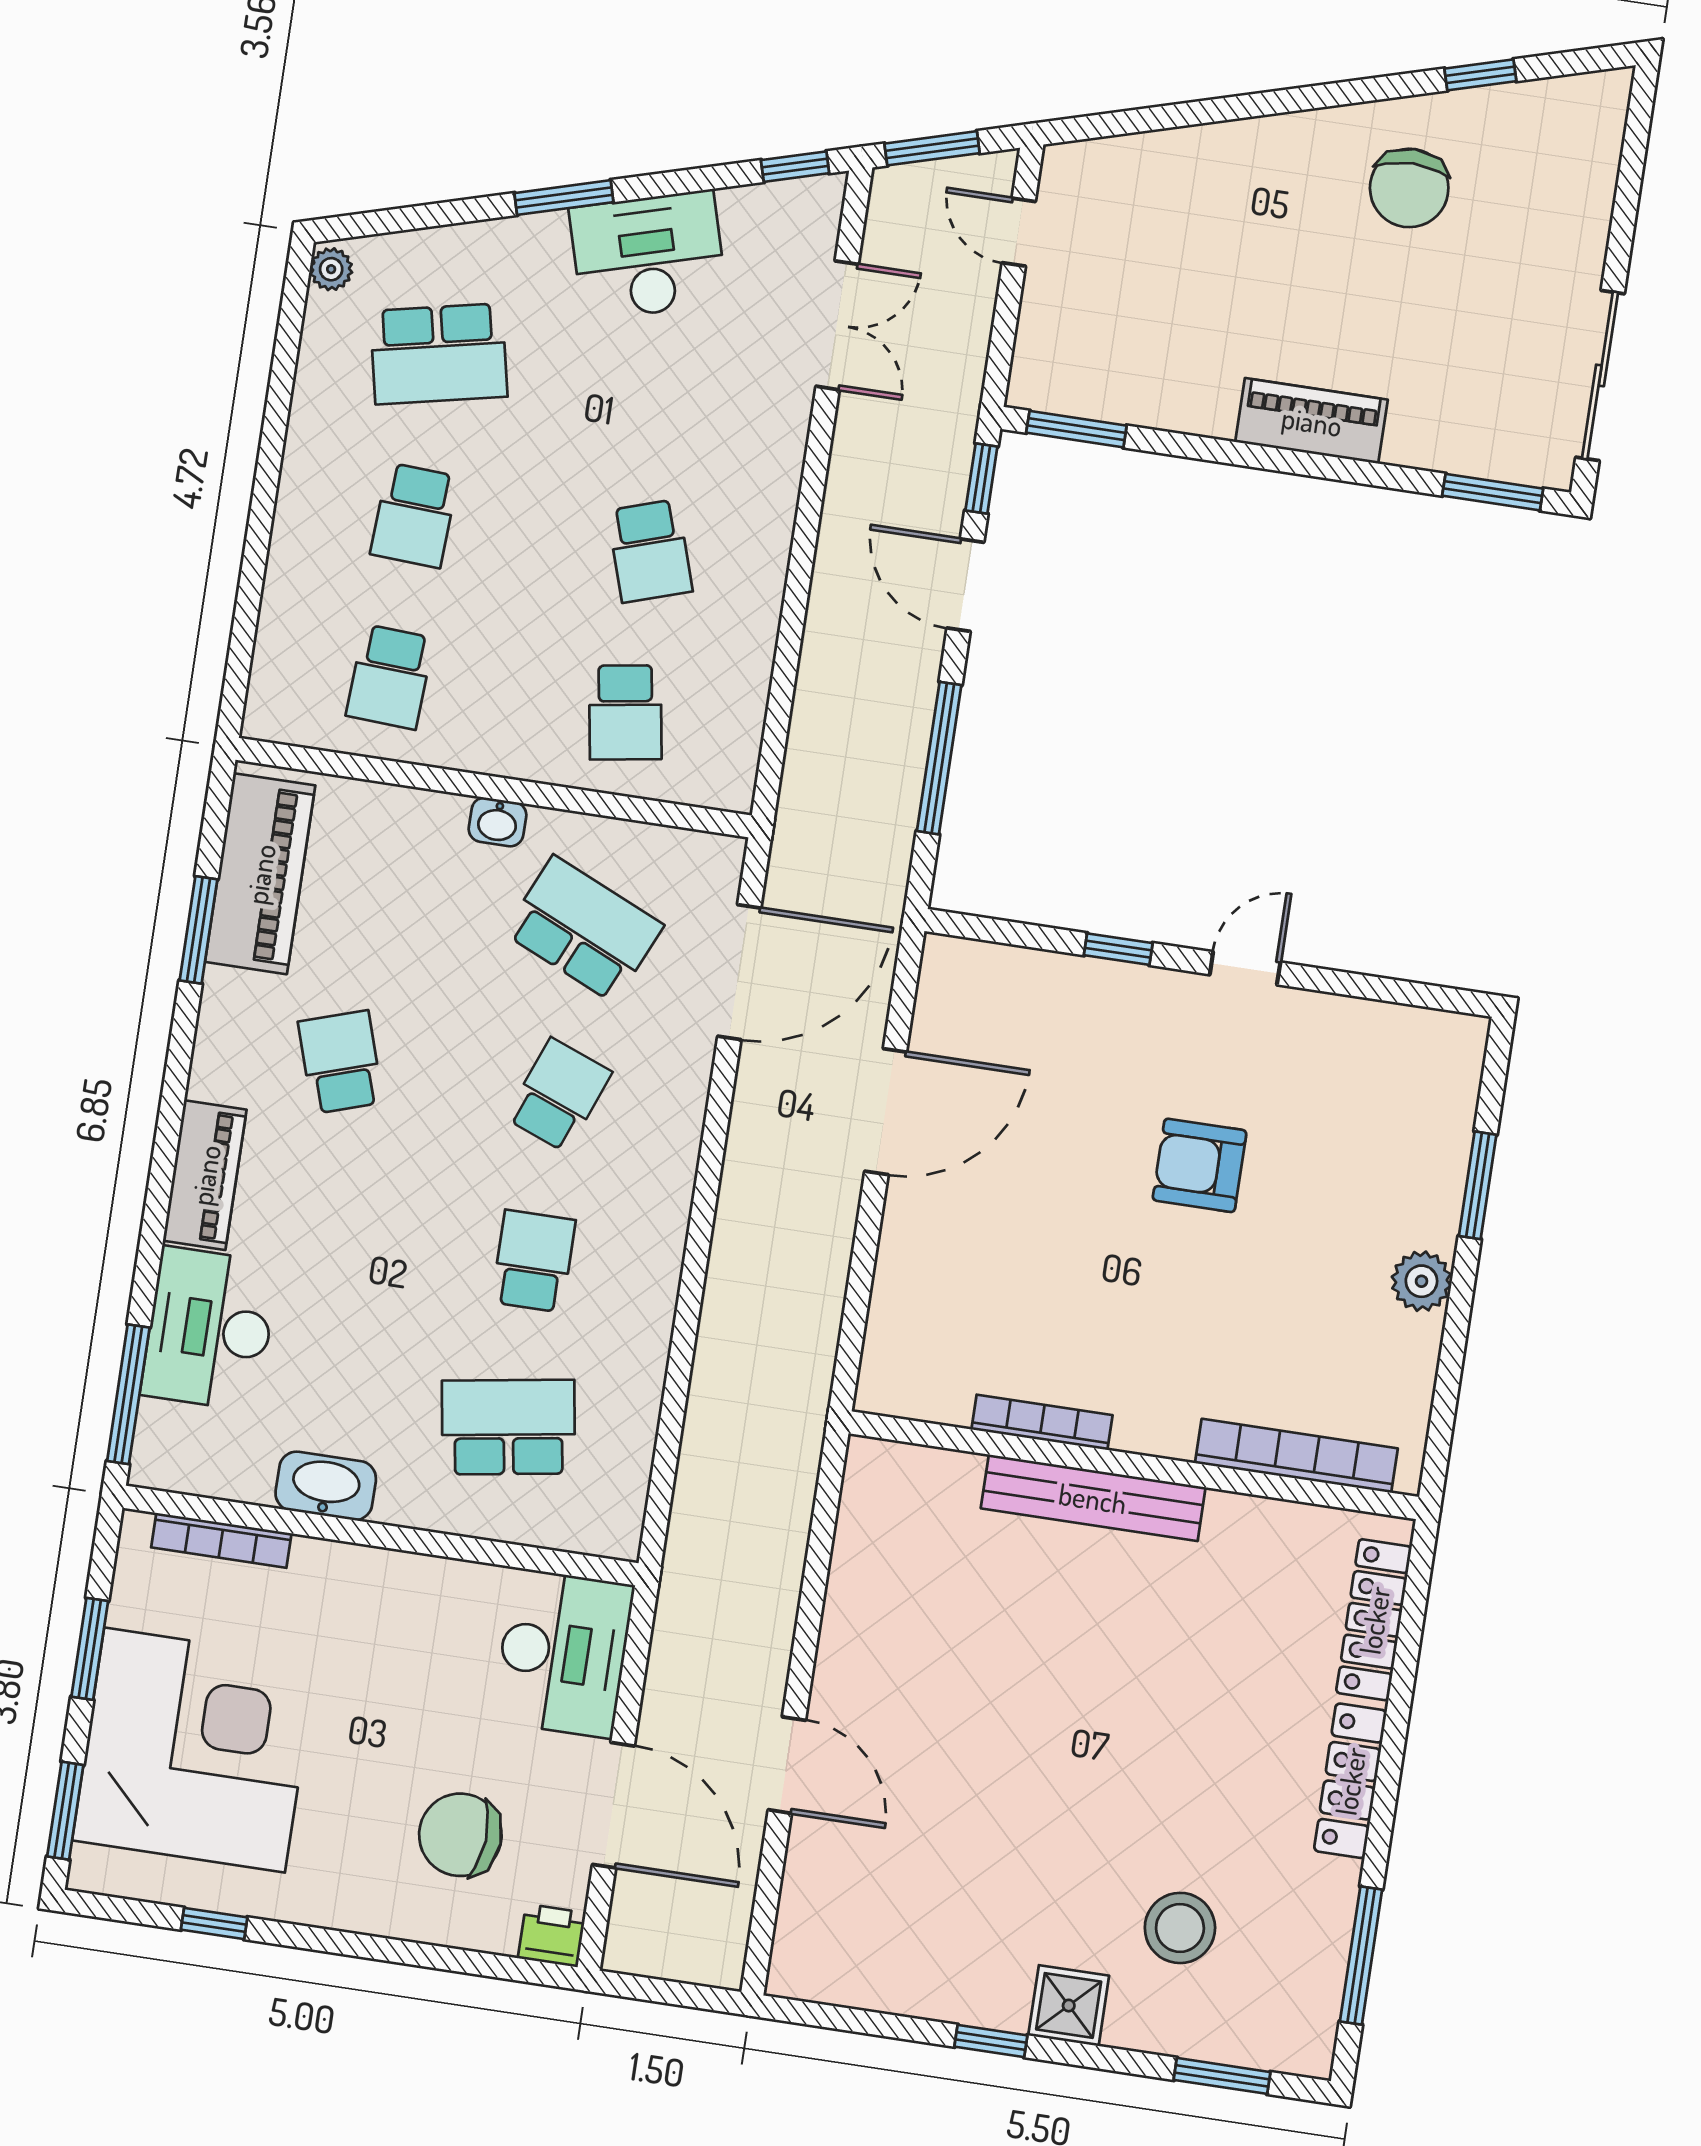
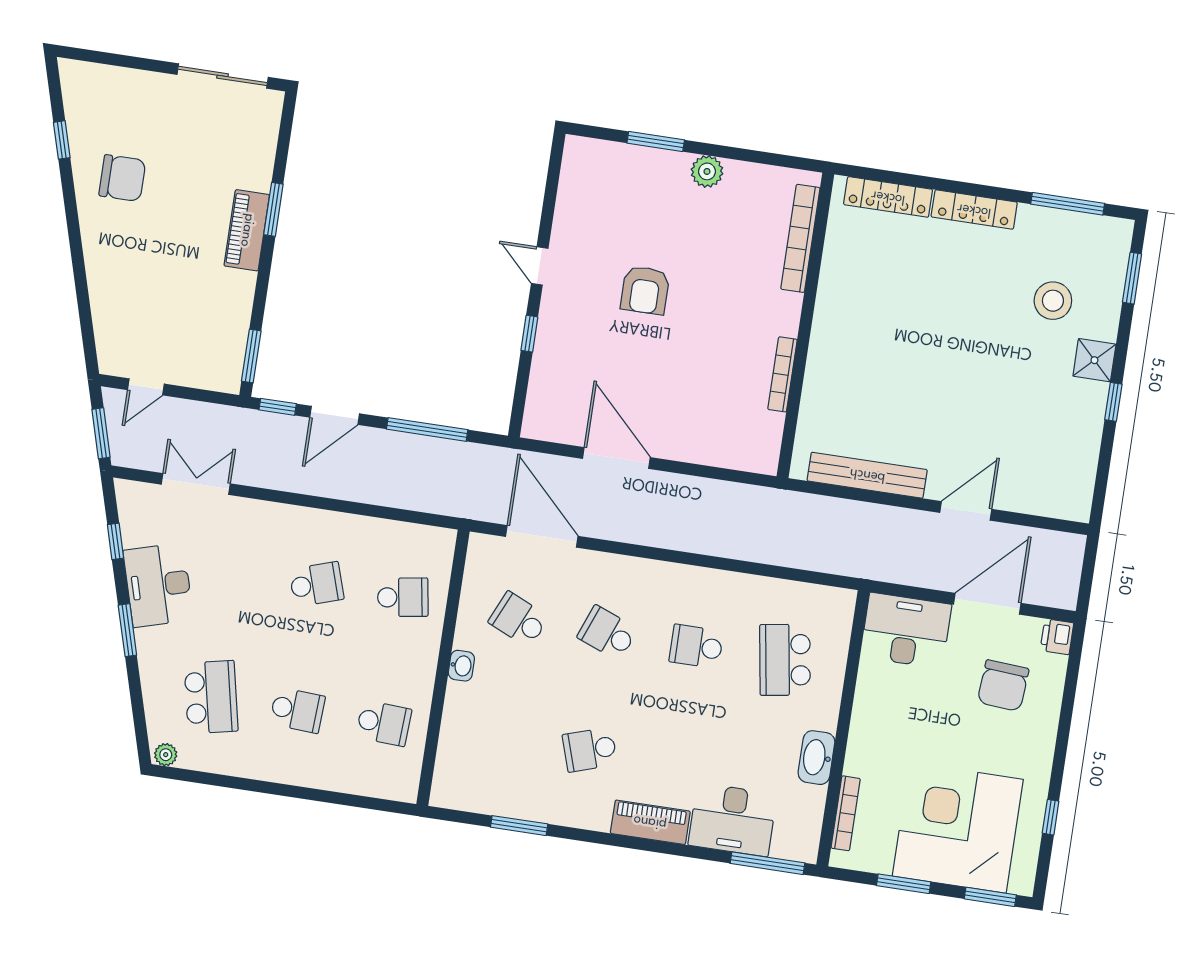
window: (795, 167) -> (116, 541), moved
window: (1493, 492) -> (273, 209), moved
piano: (260, 874) -> (489, 793), removed
school desk: (584, 929) -> (519, 620), width x0.54
bench: (1093, 1498) -> (867, 475), moved, turned 90

